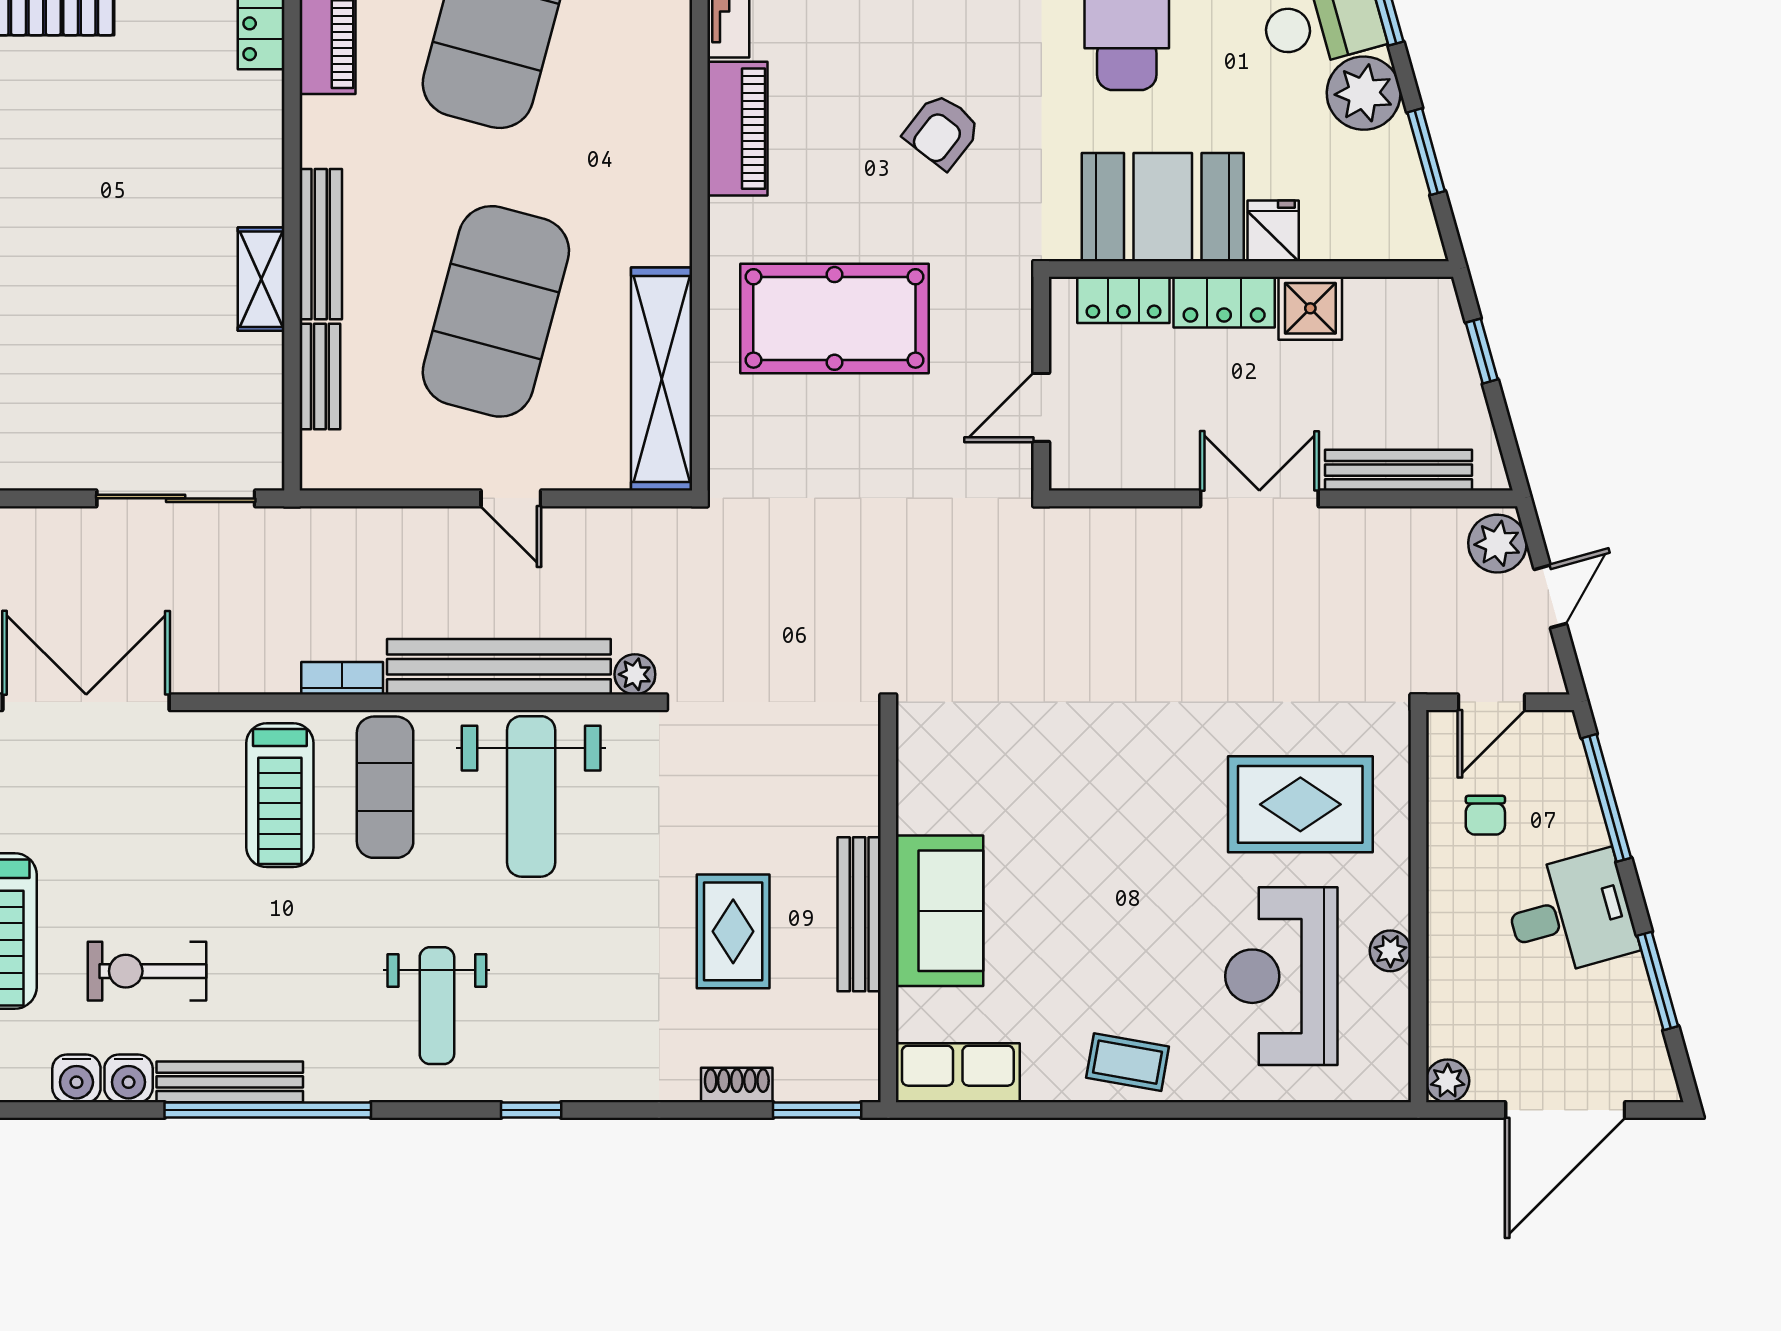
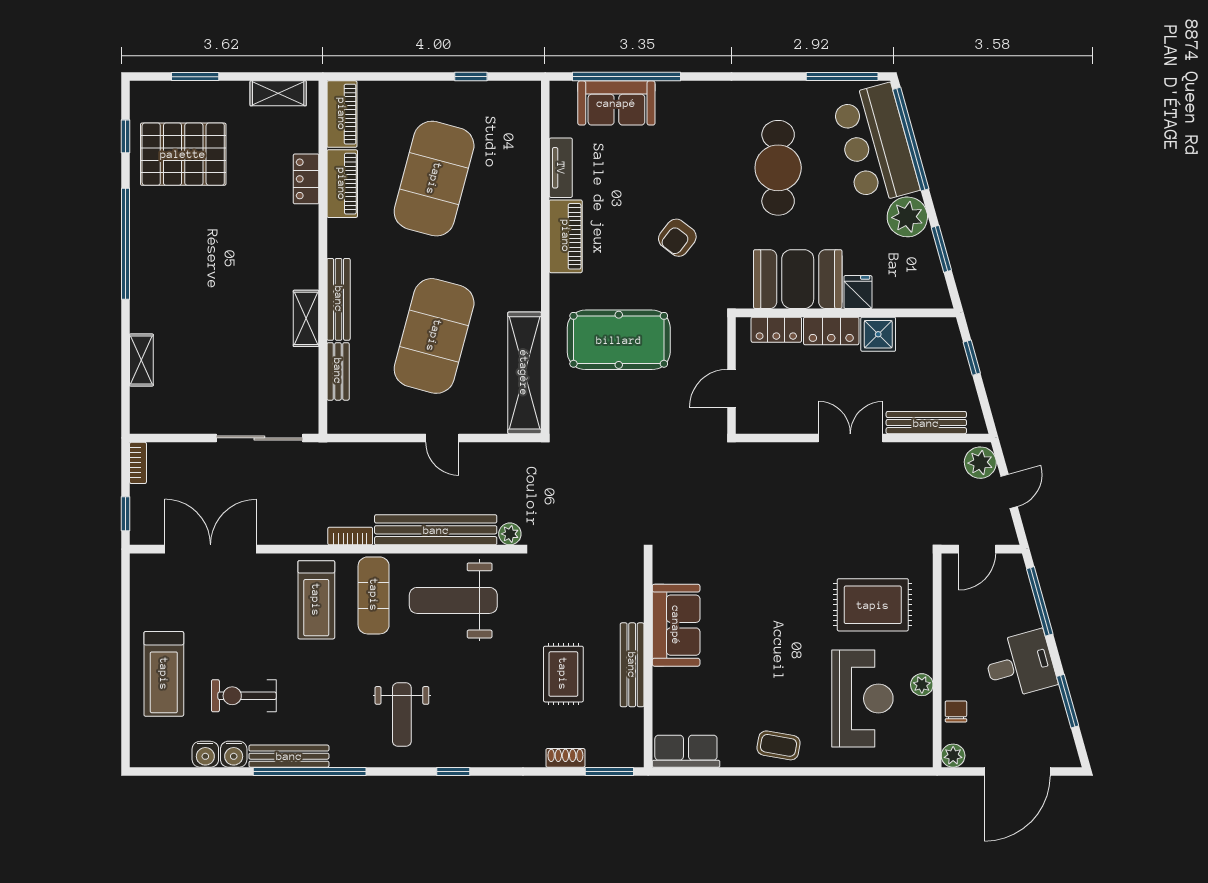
weight bench: (531, 796) -> (453, 600), turned 90
chair: (1485, 815) -> (956, 711), moved, turned 180
sofa: (940, 911) -> (676, 625), moved
reception desk: (1281, 976) -> (862, 698), turned 180

